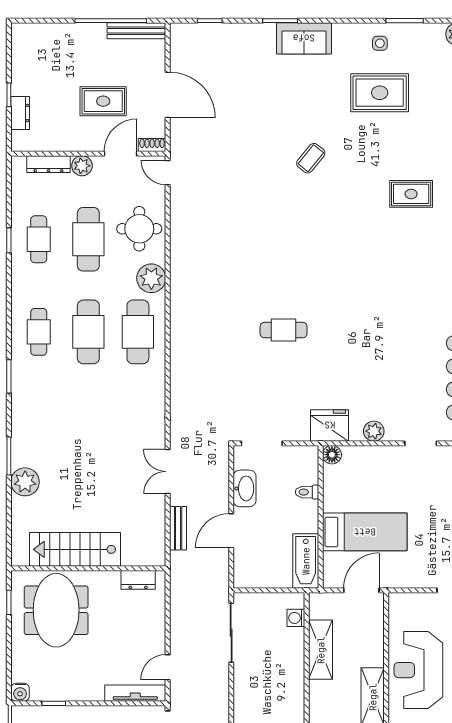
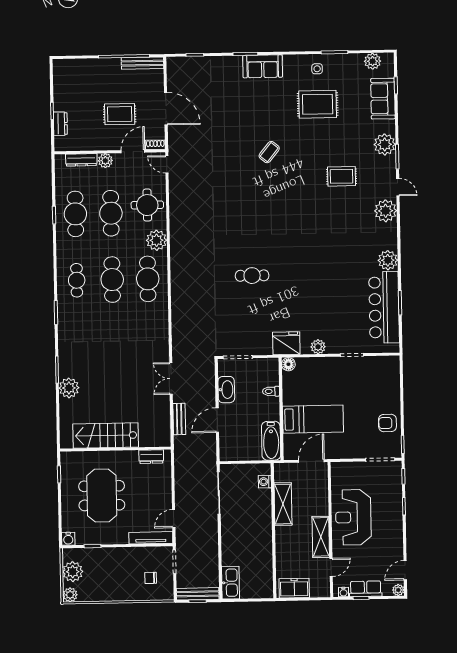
cafe table: (39, 239) -> (75, 214), width x1.37, depth x1.35
meeting table: (56, 610) -> (102, 496), moved

